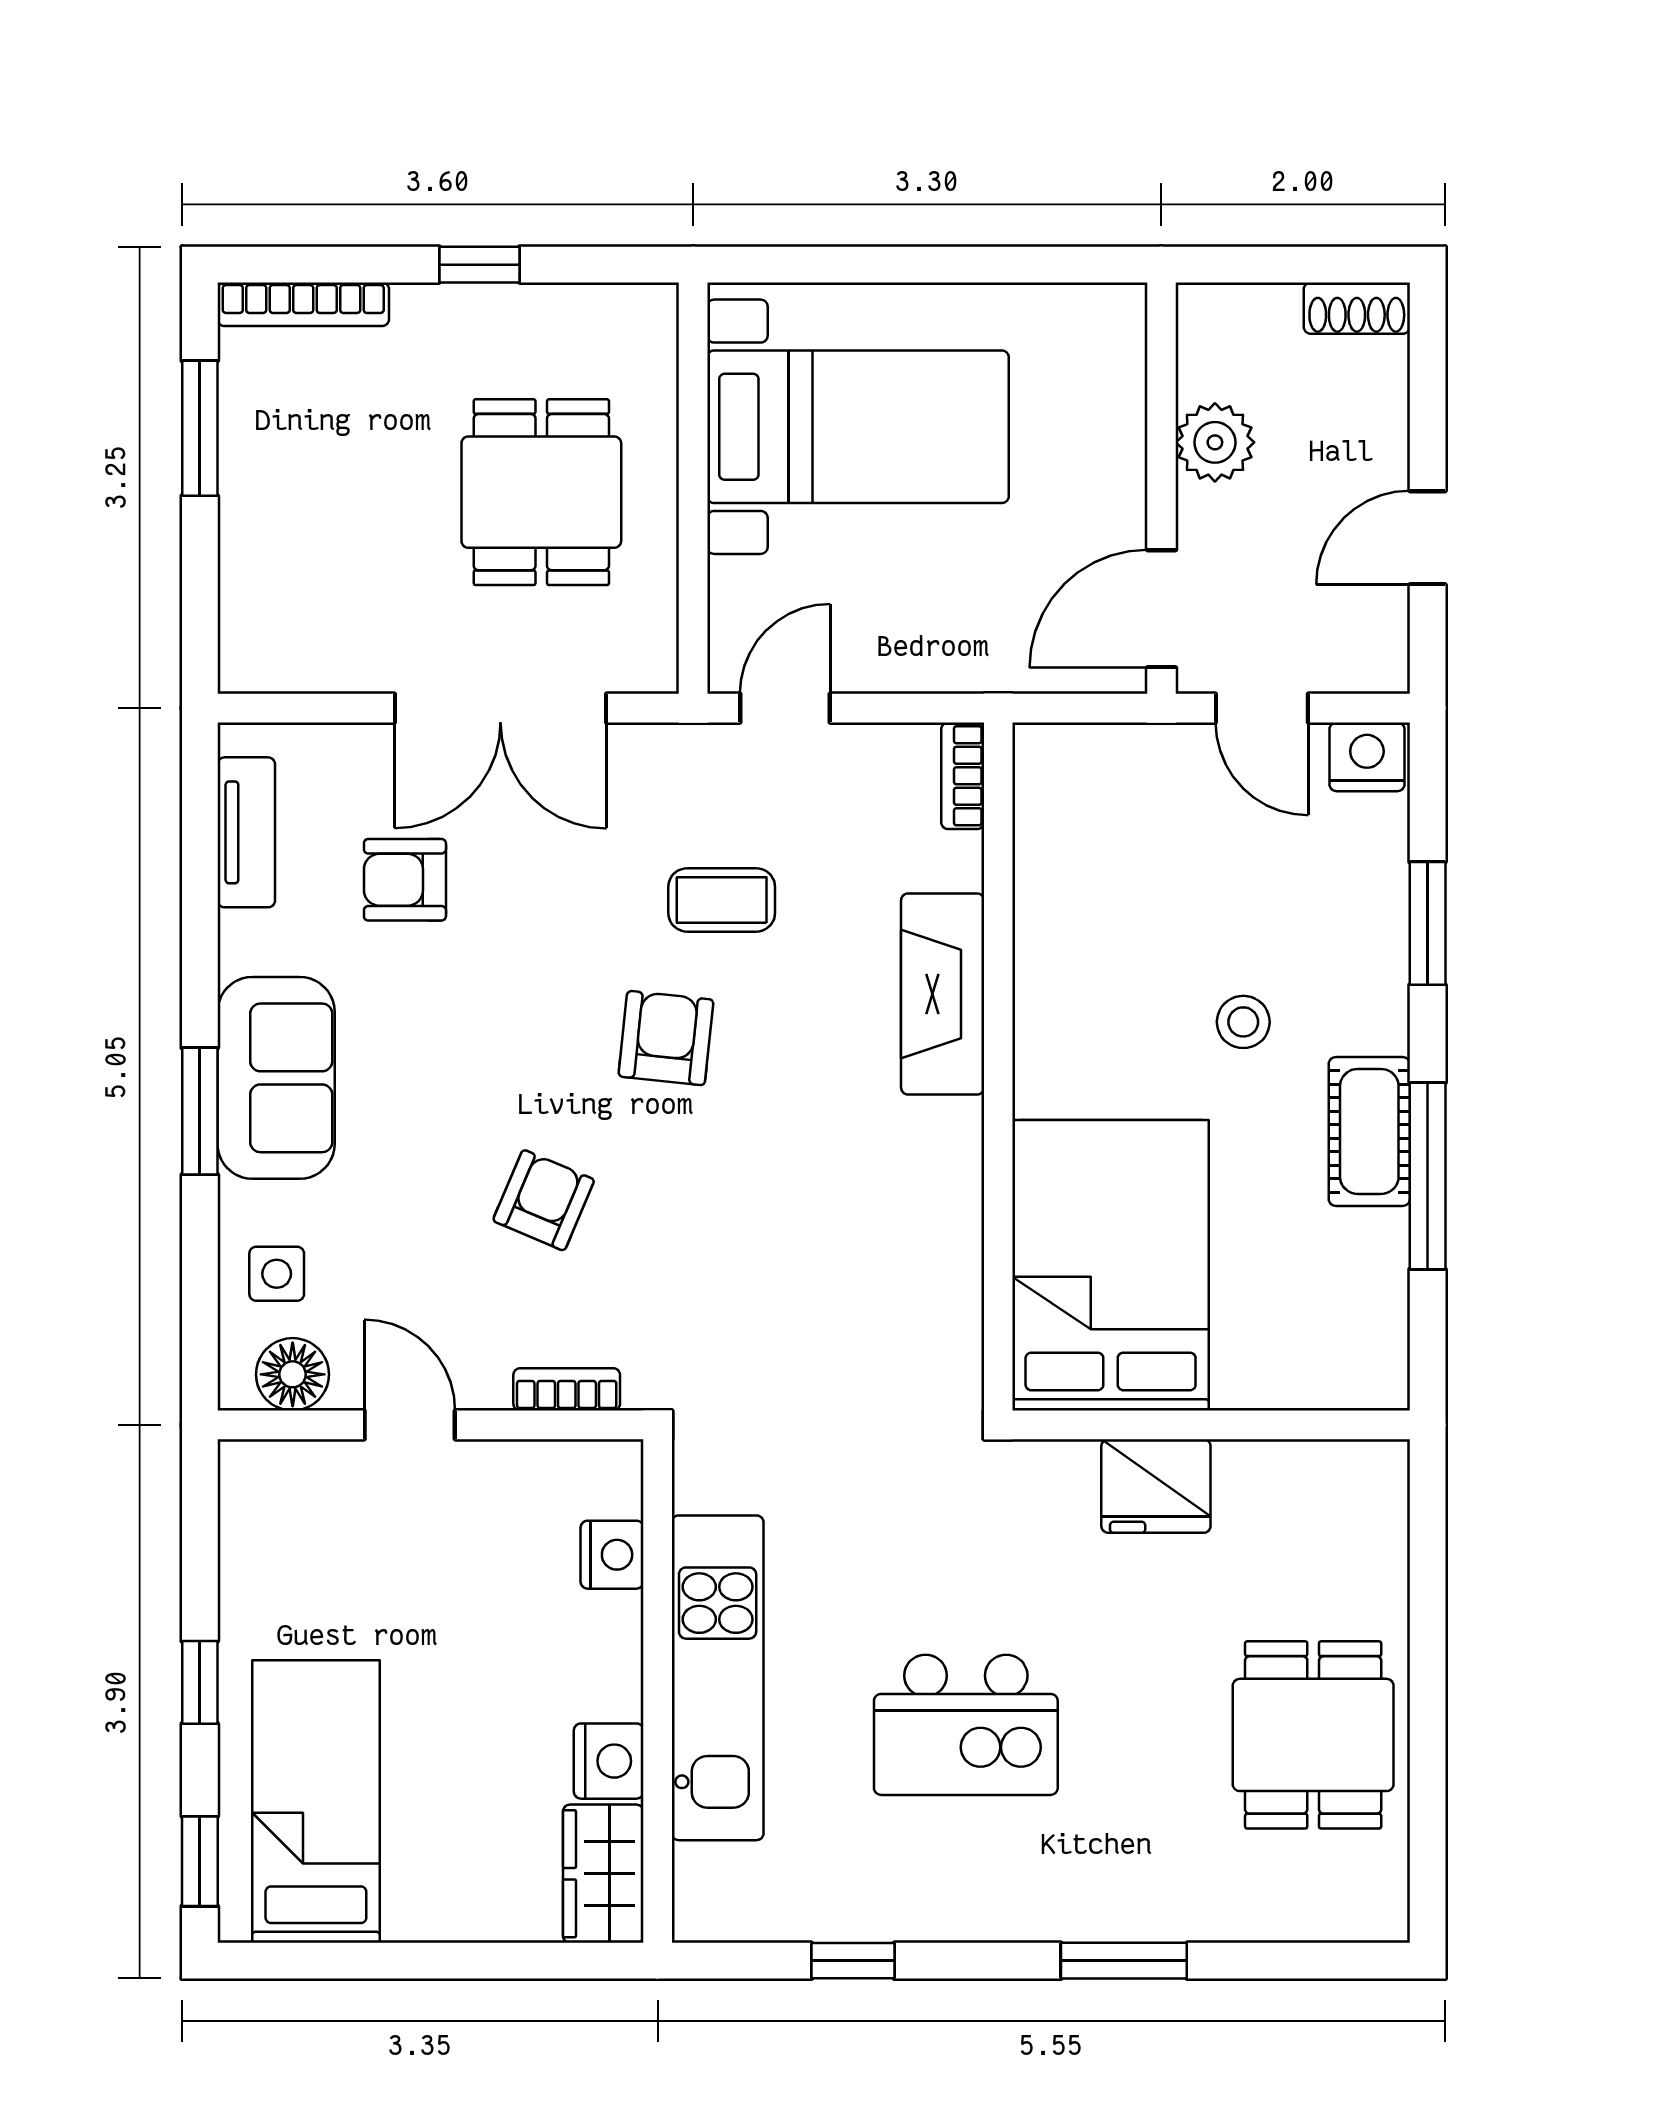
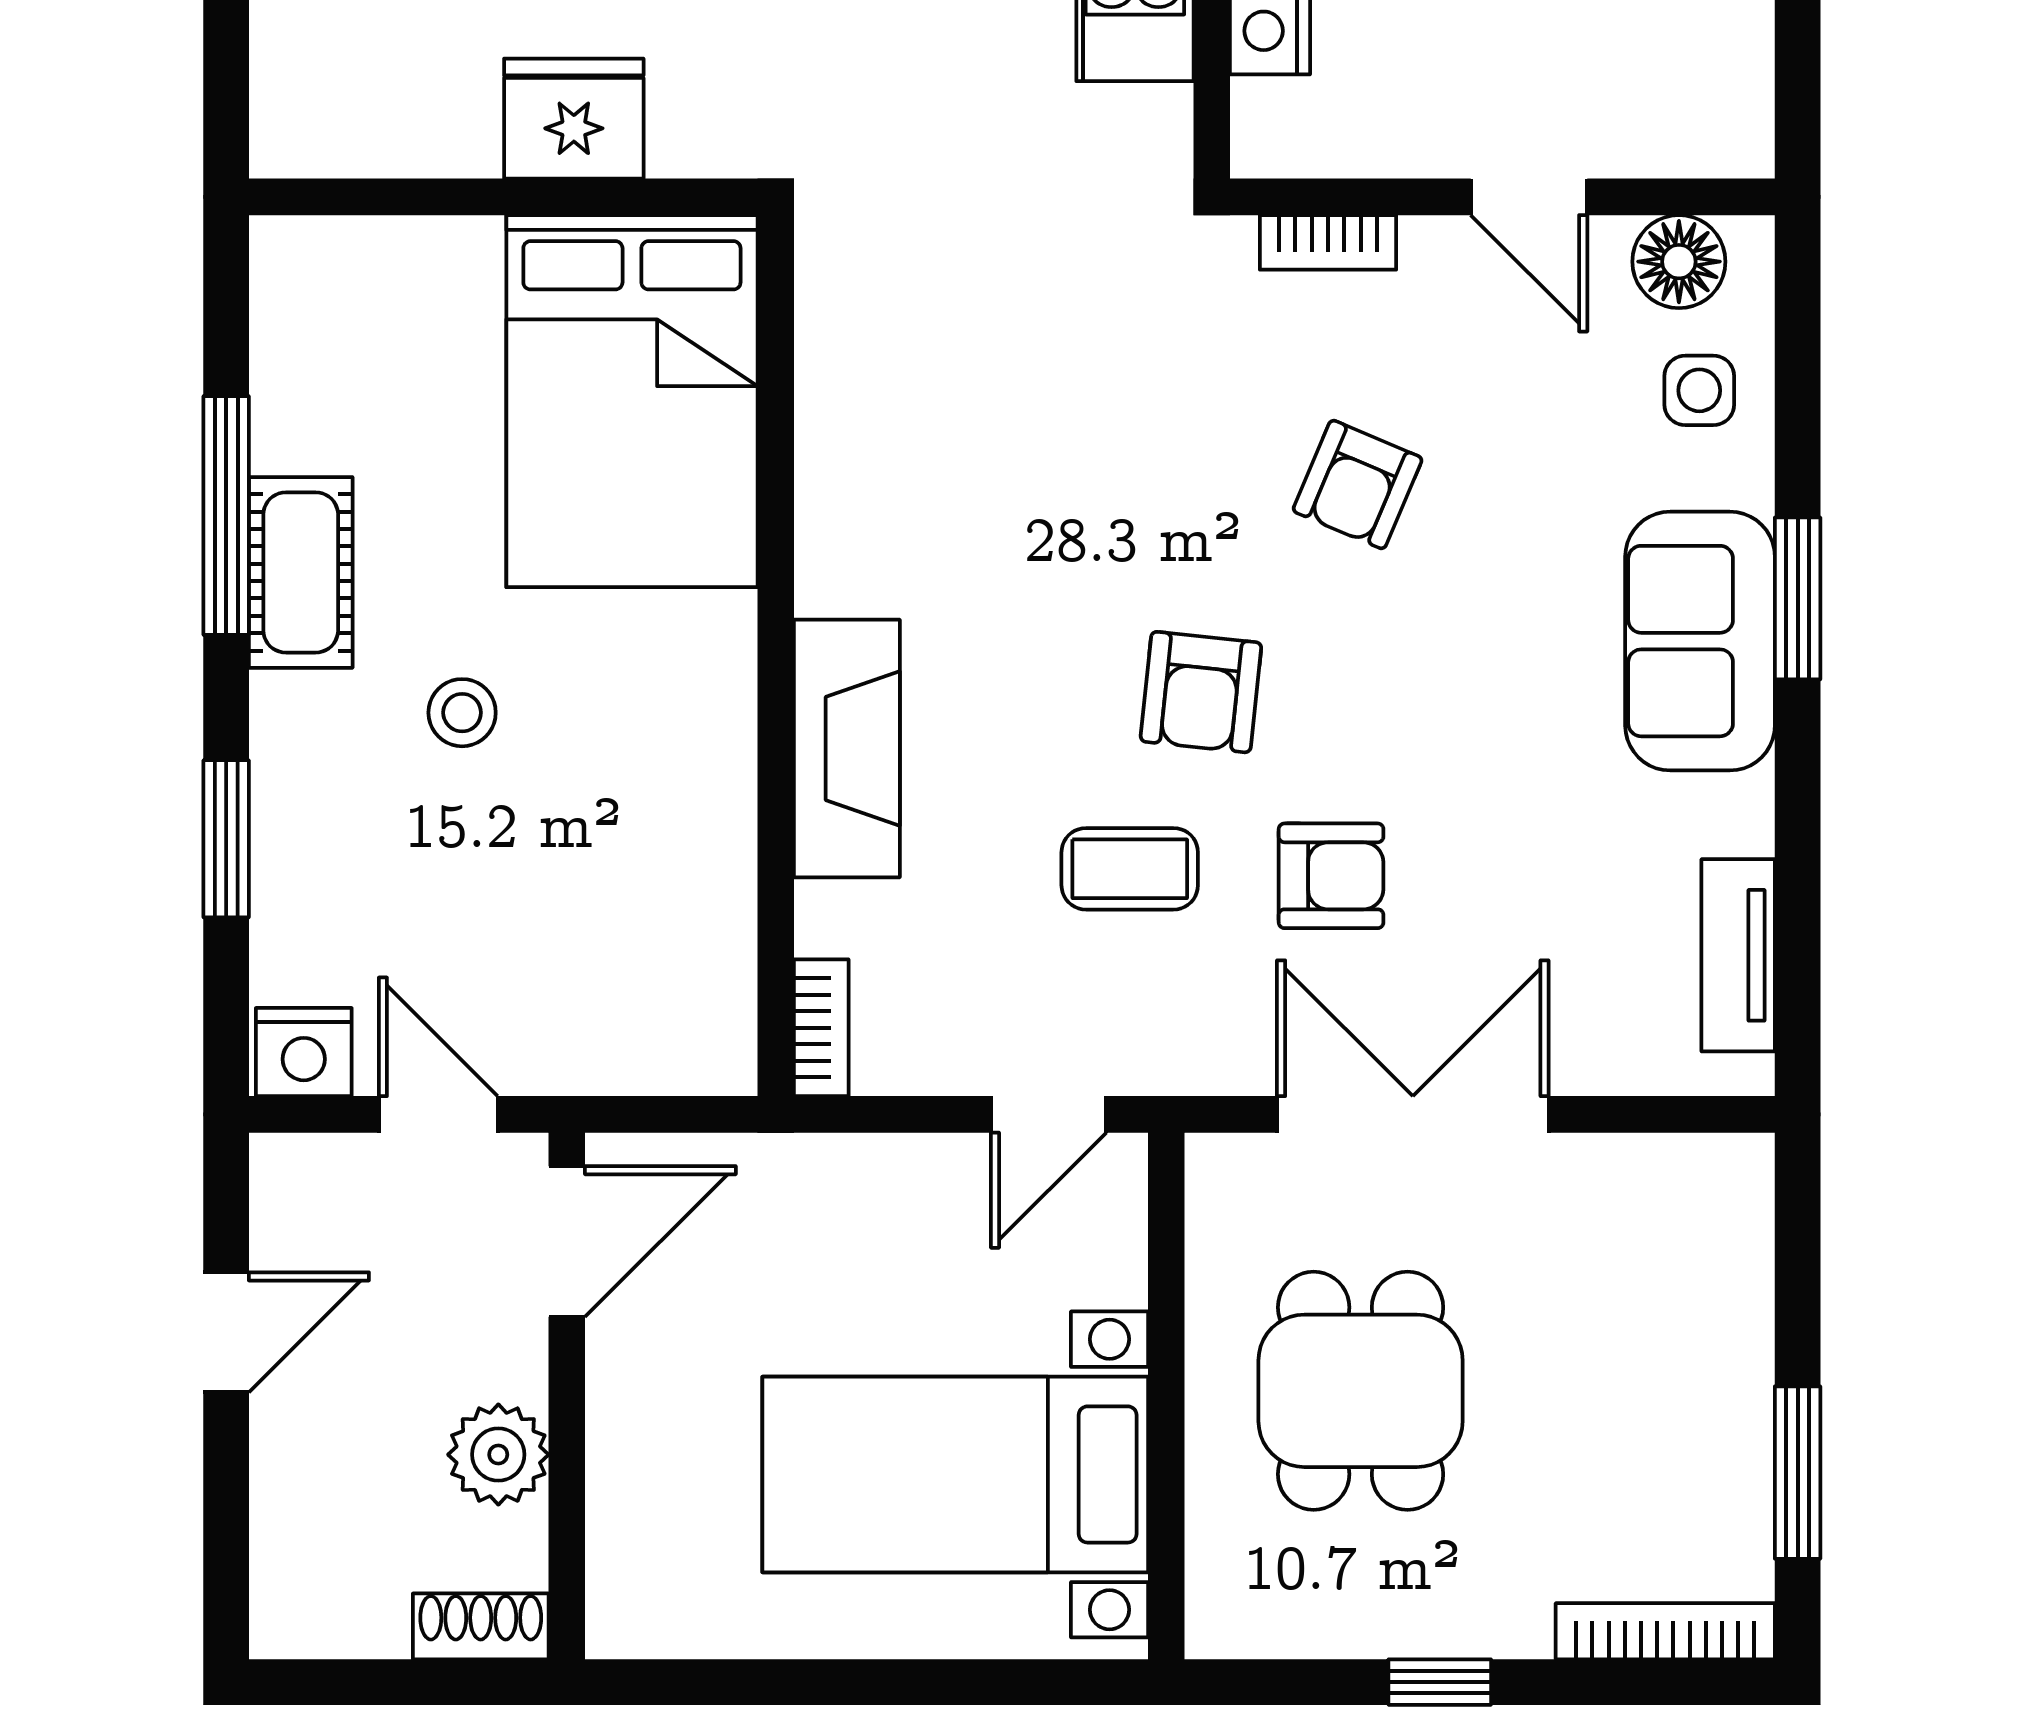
shoe rack: (1357, 308) -> (481, 1626), moved
armchair: (405, 880) -> (1331, 876), moved

